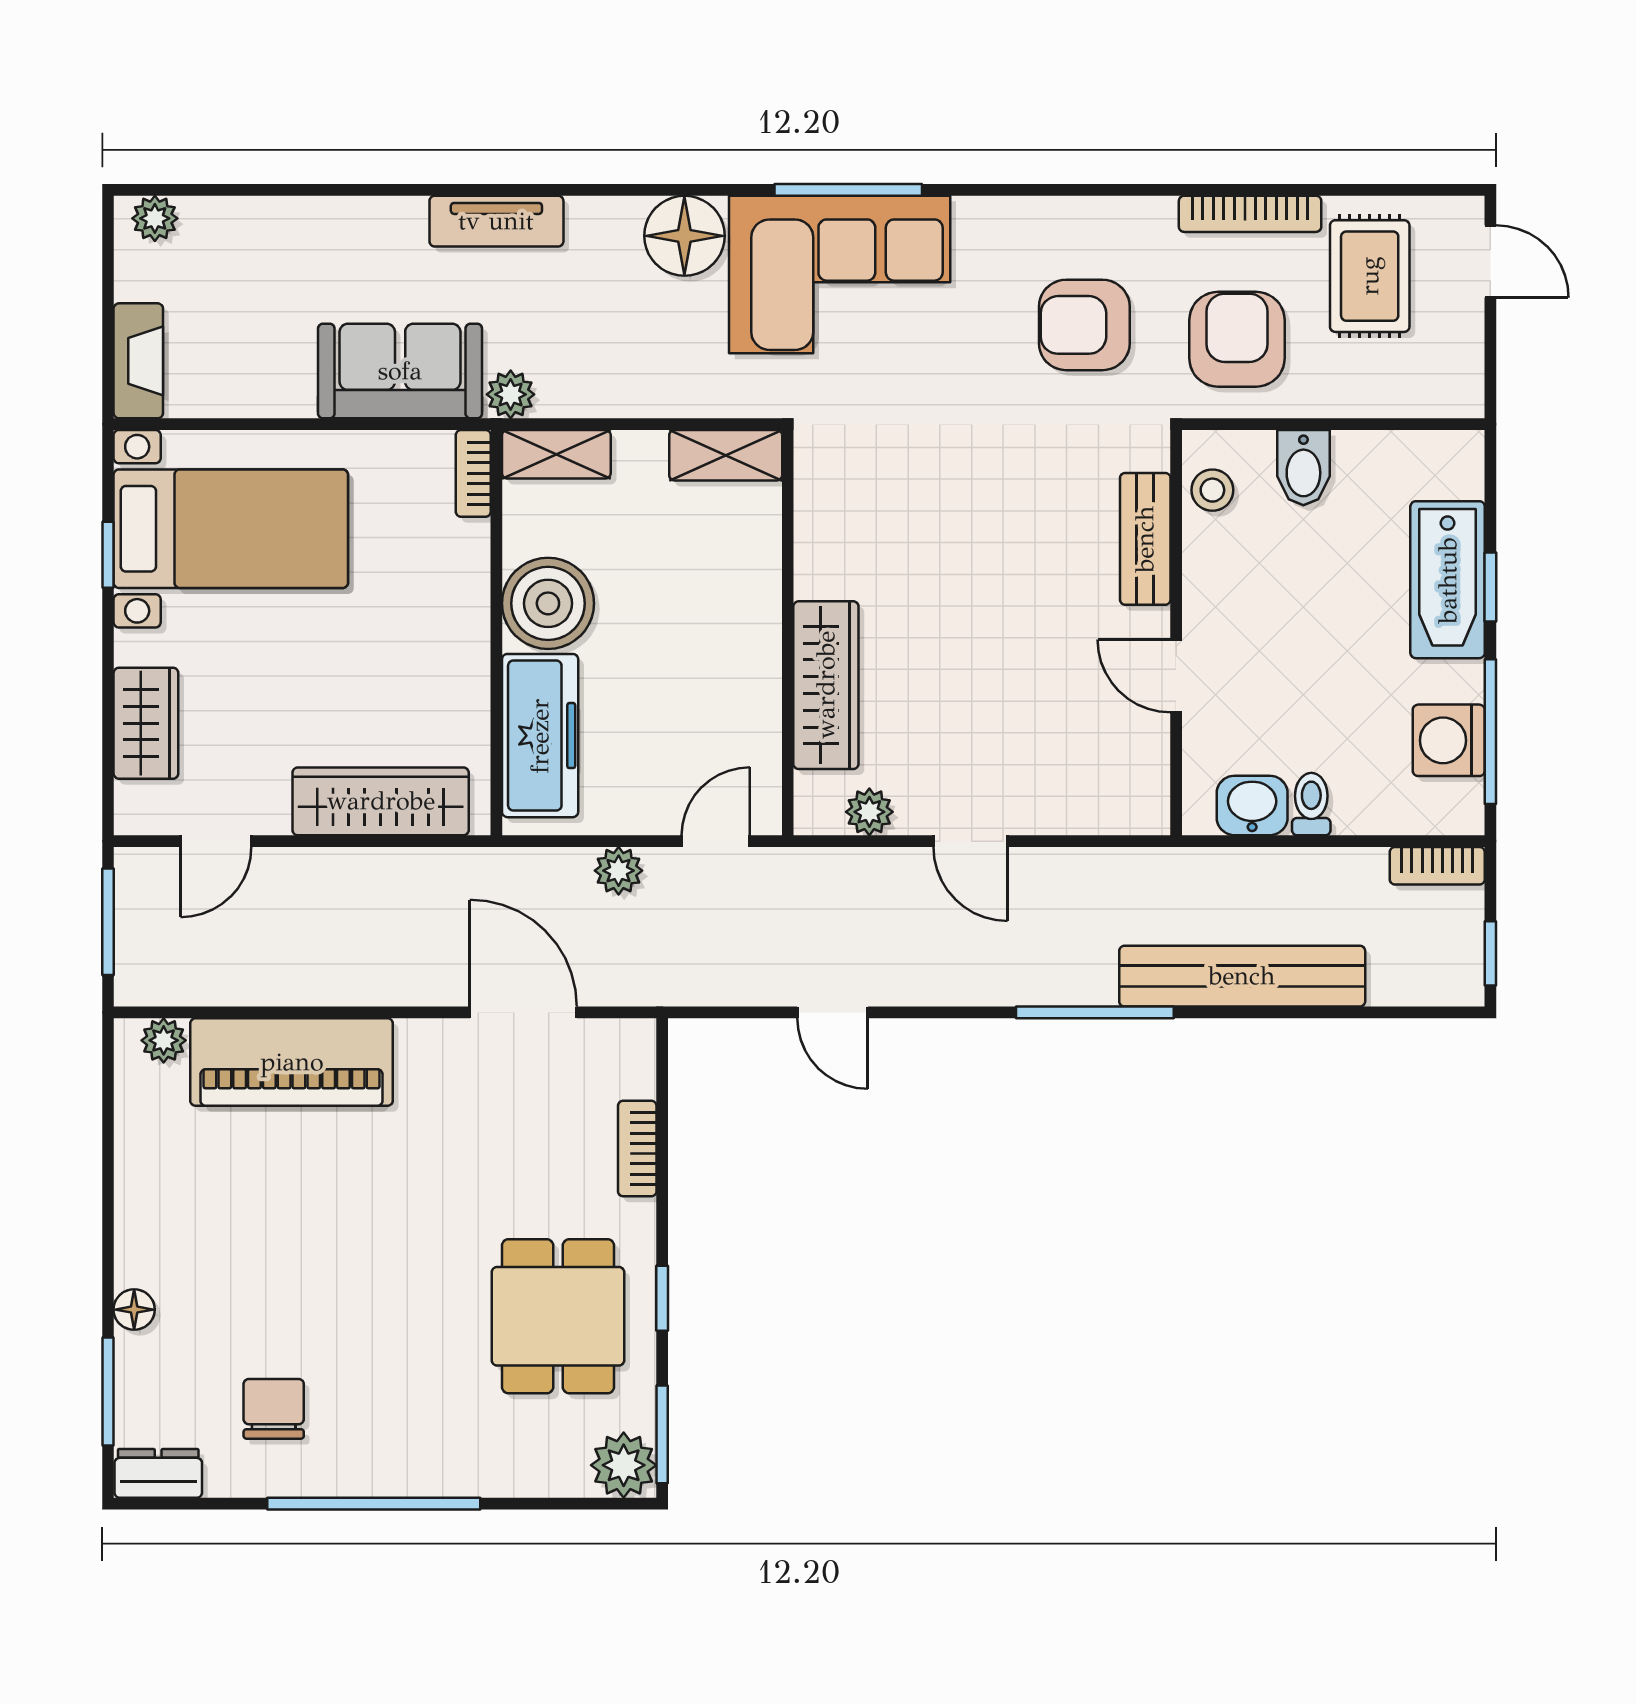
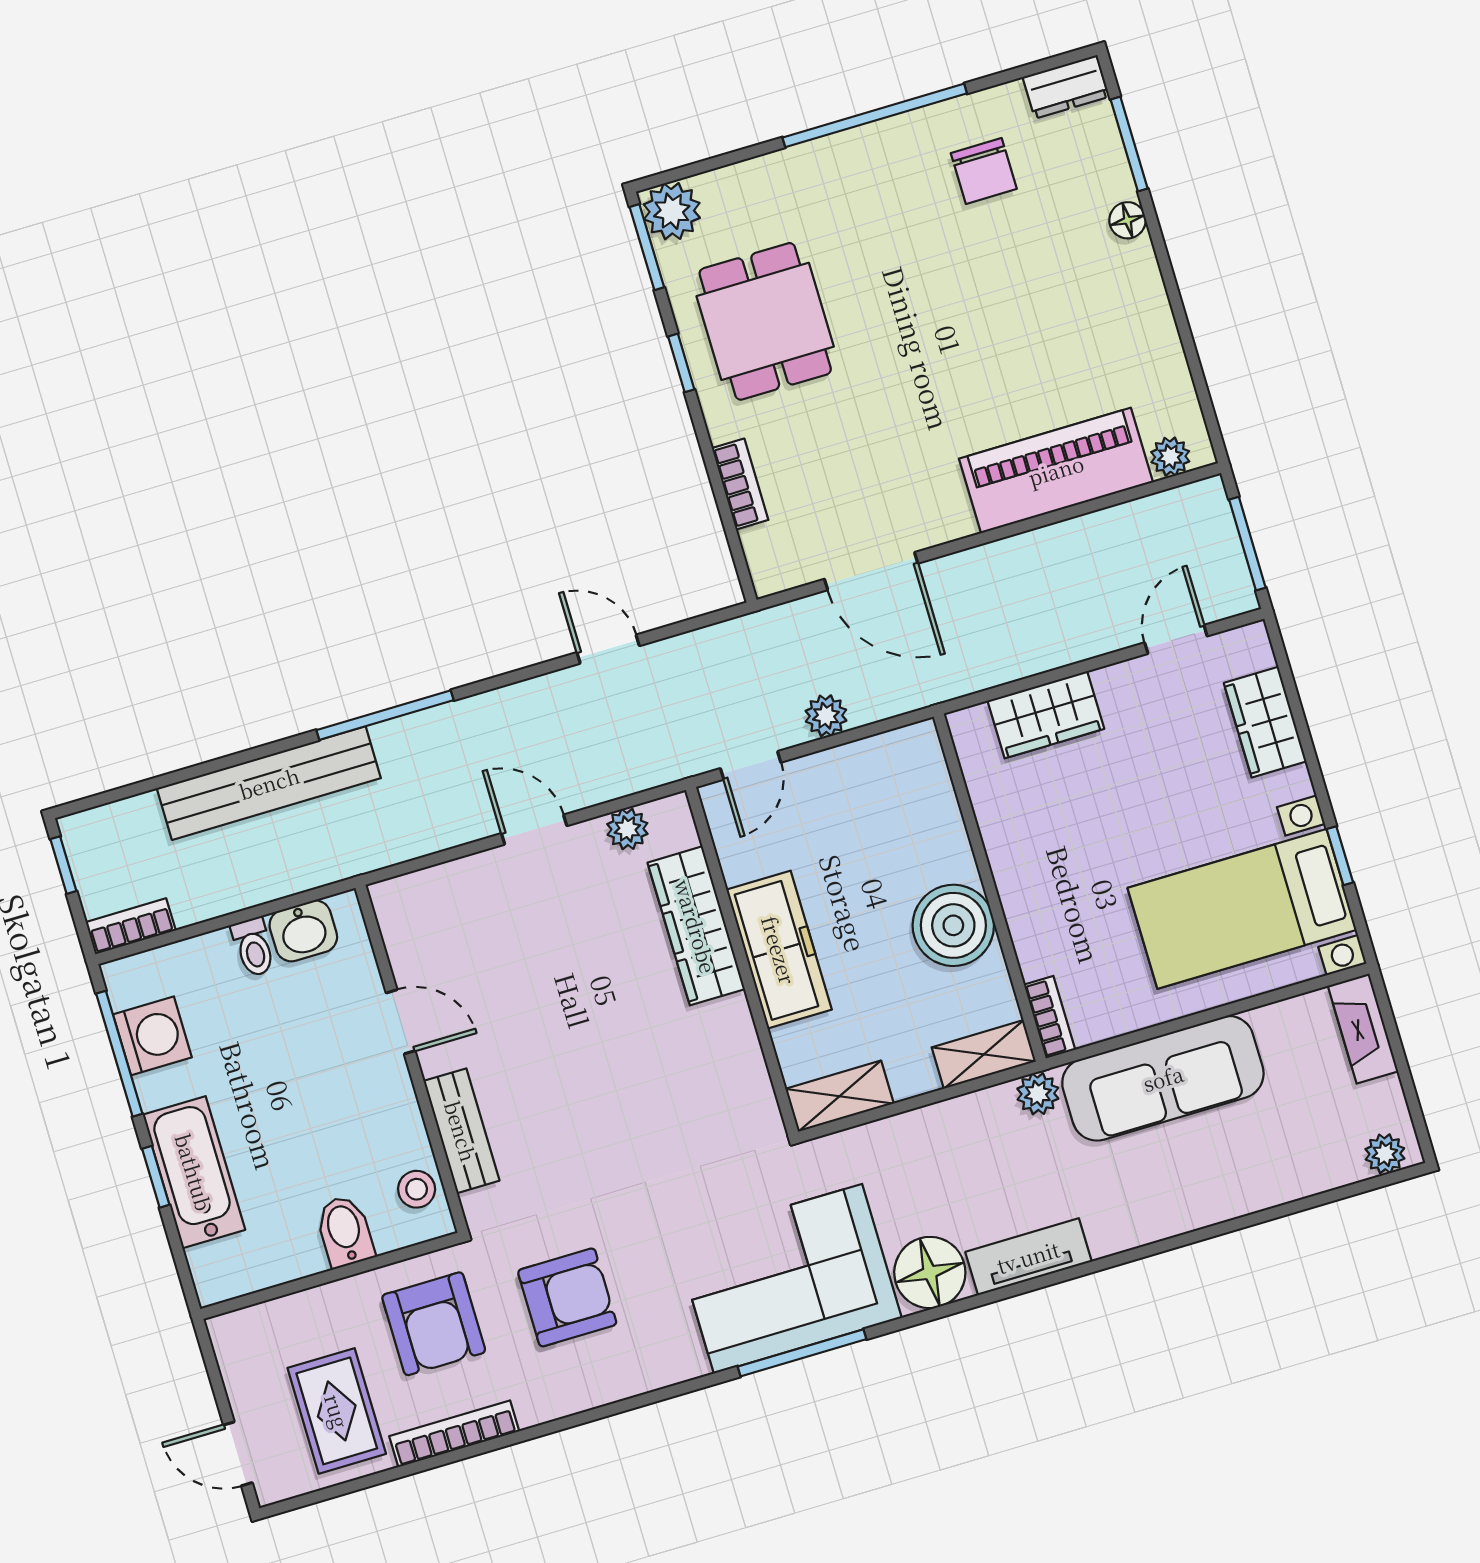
tv unit: (496, 221) -> (1028, 1257), moved
sofa: (400, 371) -> (1163, 1078), width x1.36
freezer: (540, 736) -> (779, 950), moved, turned 180
wardrobe: (381, 801) -> (1046, 715), width x0.67

